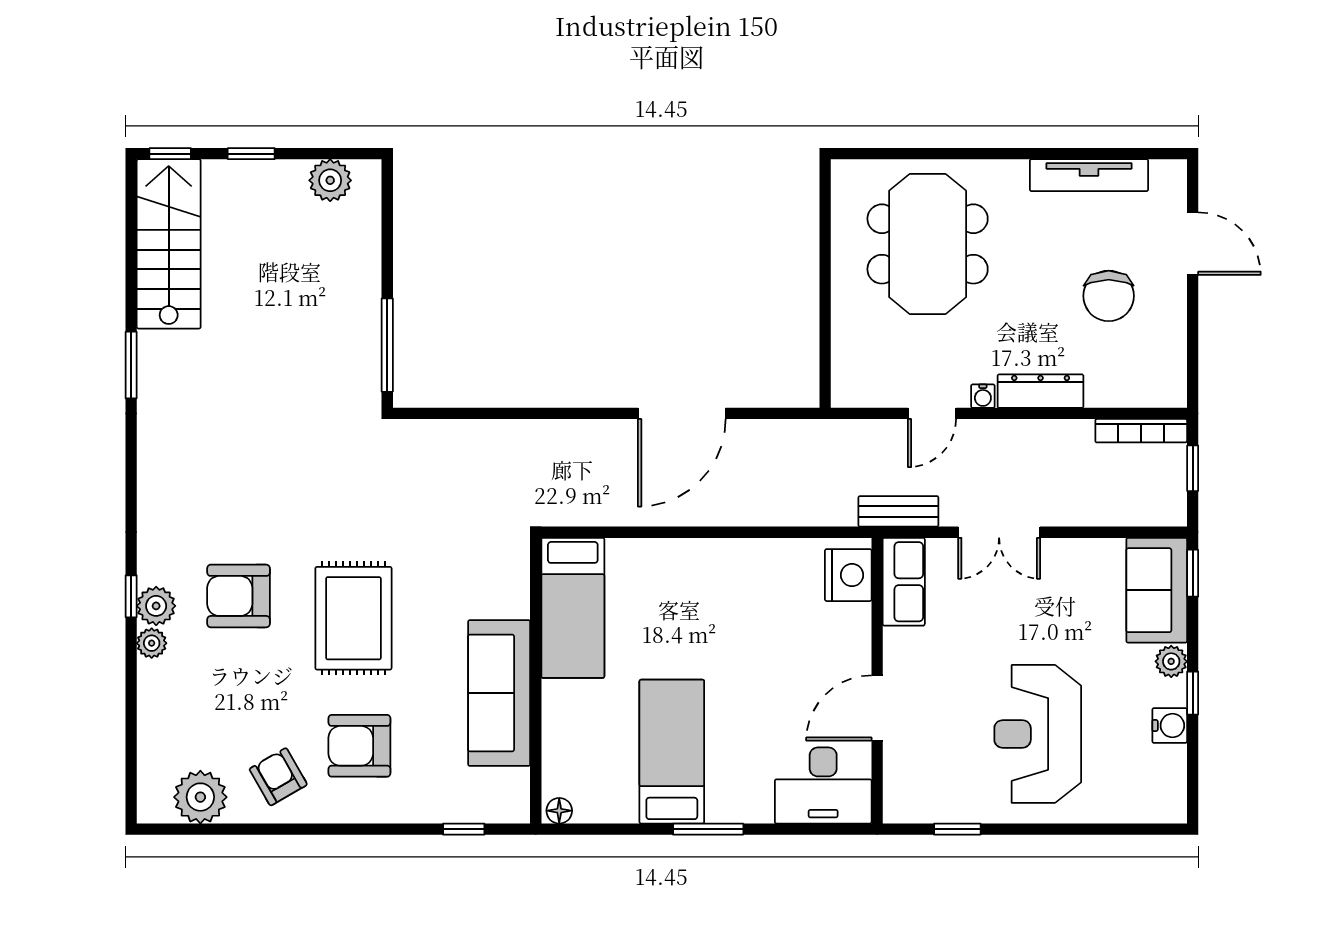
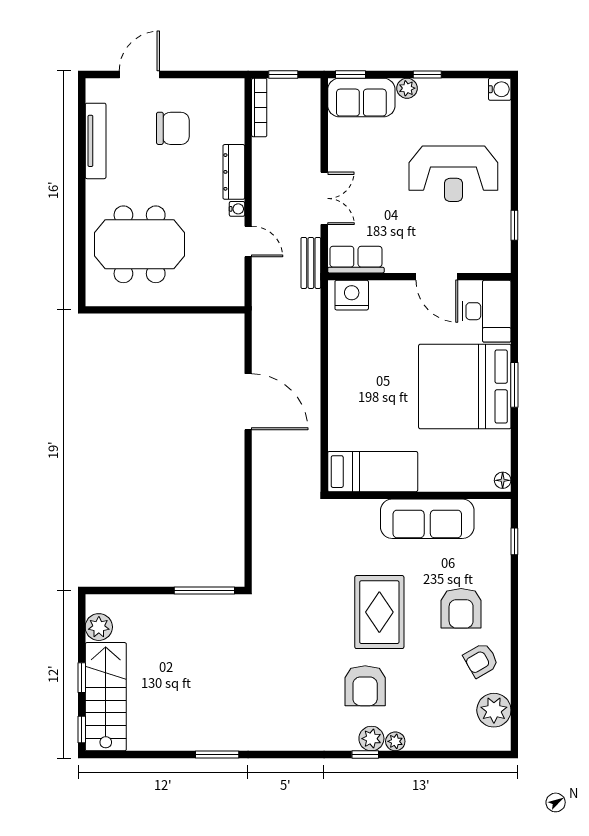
stairs: (169, 244) -> (106, 697), moved, turned 90
rug: (353, 618) -> (379, 612), turned 90
water cooler: (1170, 725) -> (500, 89), moved, turned 90
bed: (672, 752) -> (465, 386), width x2.04

